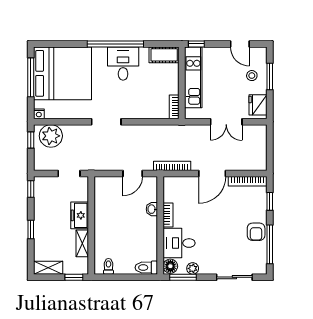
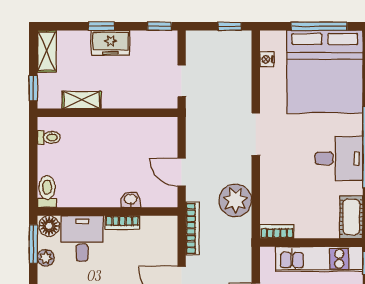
nightstand: (39, 114) -> (267, 59), moved
plant: (51, 136) -> (235, 200), moved
freezer: (80, 215) -> (111, 43), moved, turned 180

